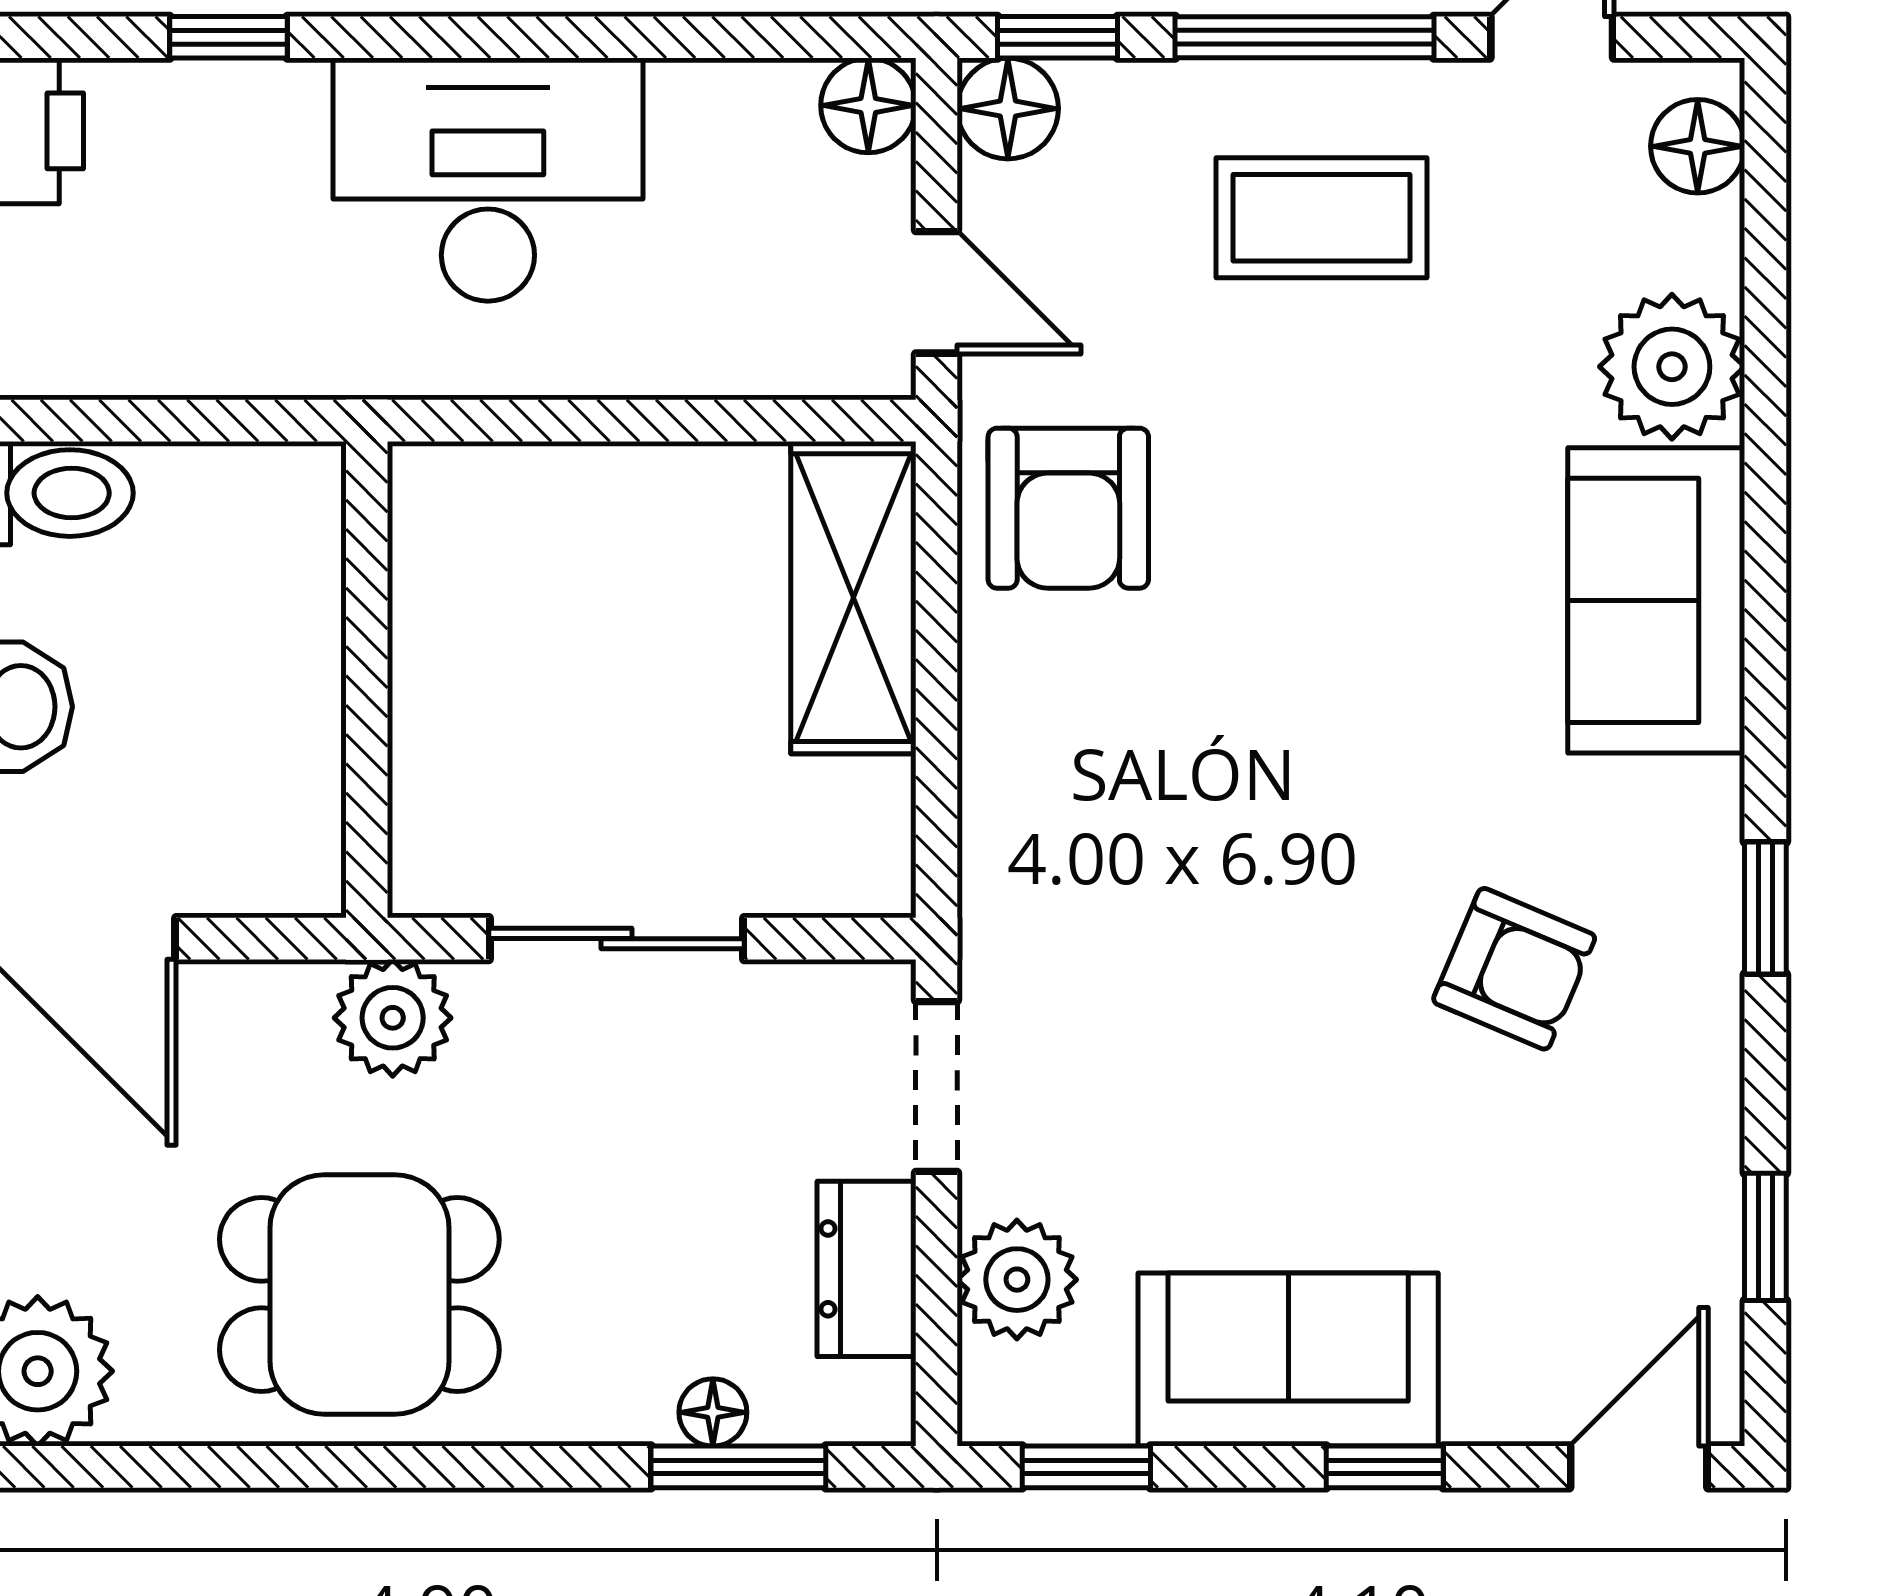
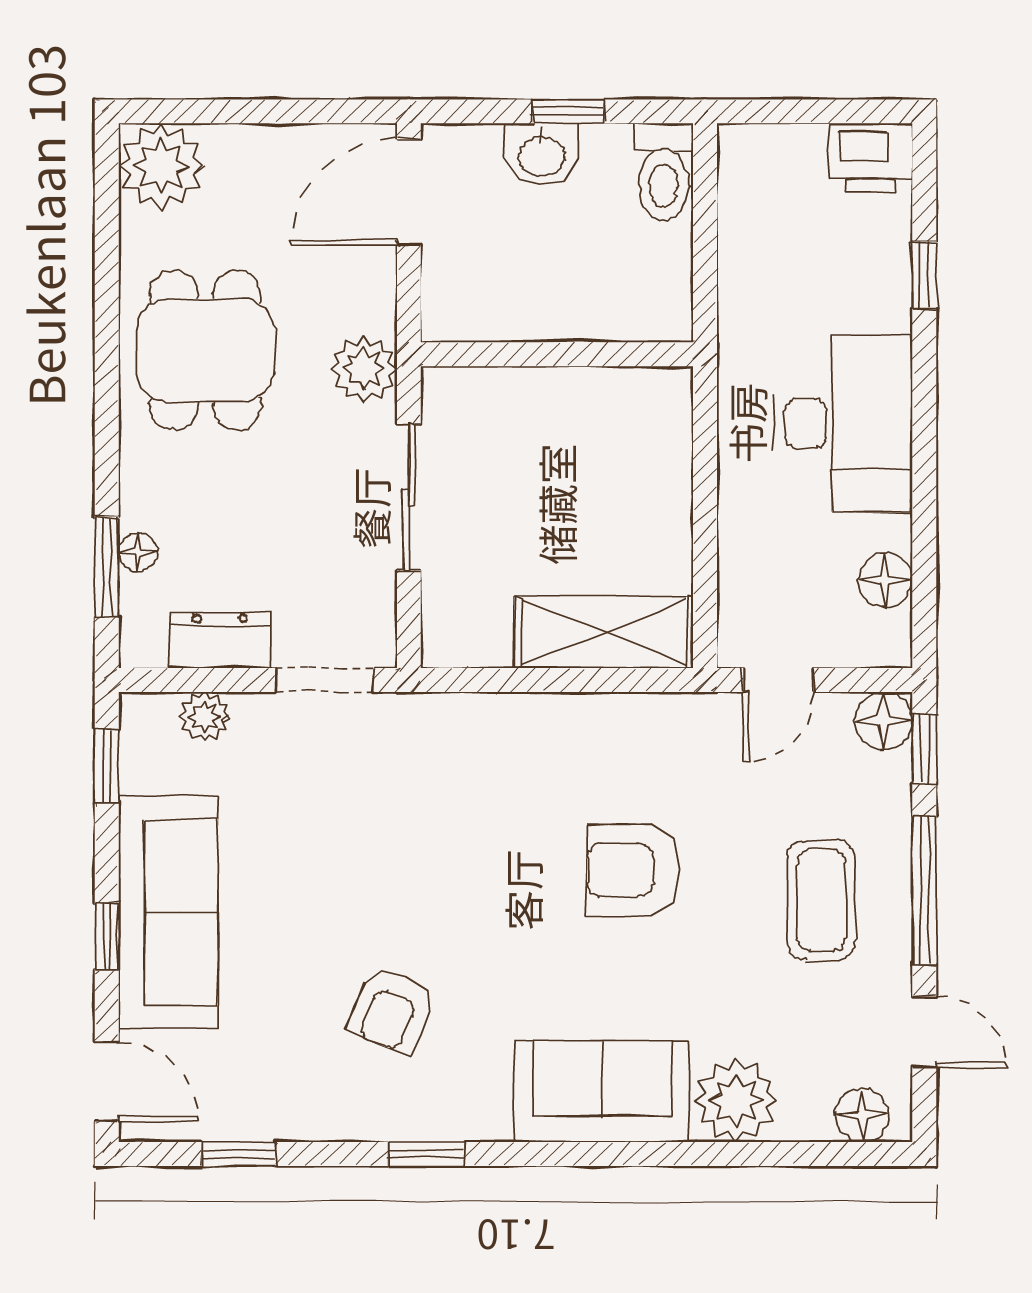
floor lamp: (868, 105) -> (885, 580), moved
armchair: (1068, 508) -> (633, 870), moved
plant: (1017, 1280) -> (205, 717), width x0.73, depth x0.73
sofa: (1288, 1360) -> (168, 912), width x1.36

